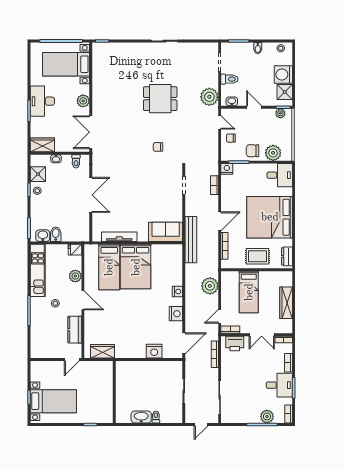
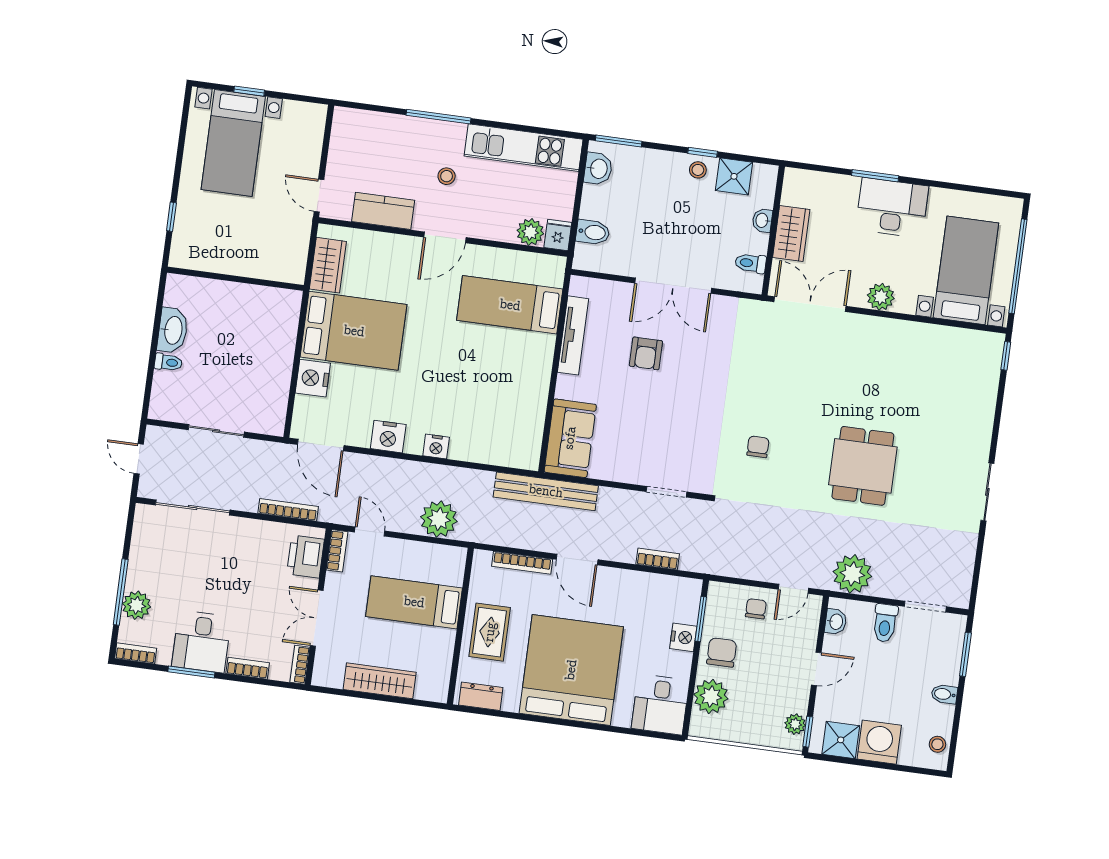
wardrobe: (42, 145) -> (791, 233), moved
nightstand: (227, 169) -> (683, 637), moved
armchair: (123, 203) -> (646, 353), added
bidet: (56, 234) -> (593, 232), moved
bed: (136, 267) -> (354, 331), moved, turned 180
plant: (75, 276) -> (530, 232), moved

